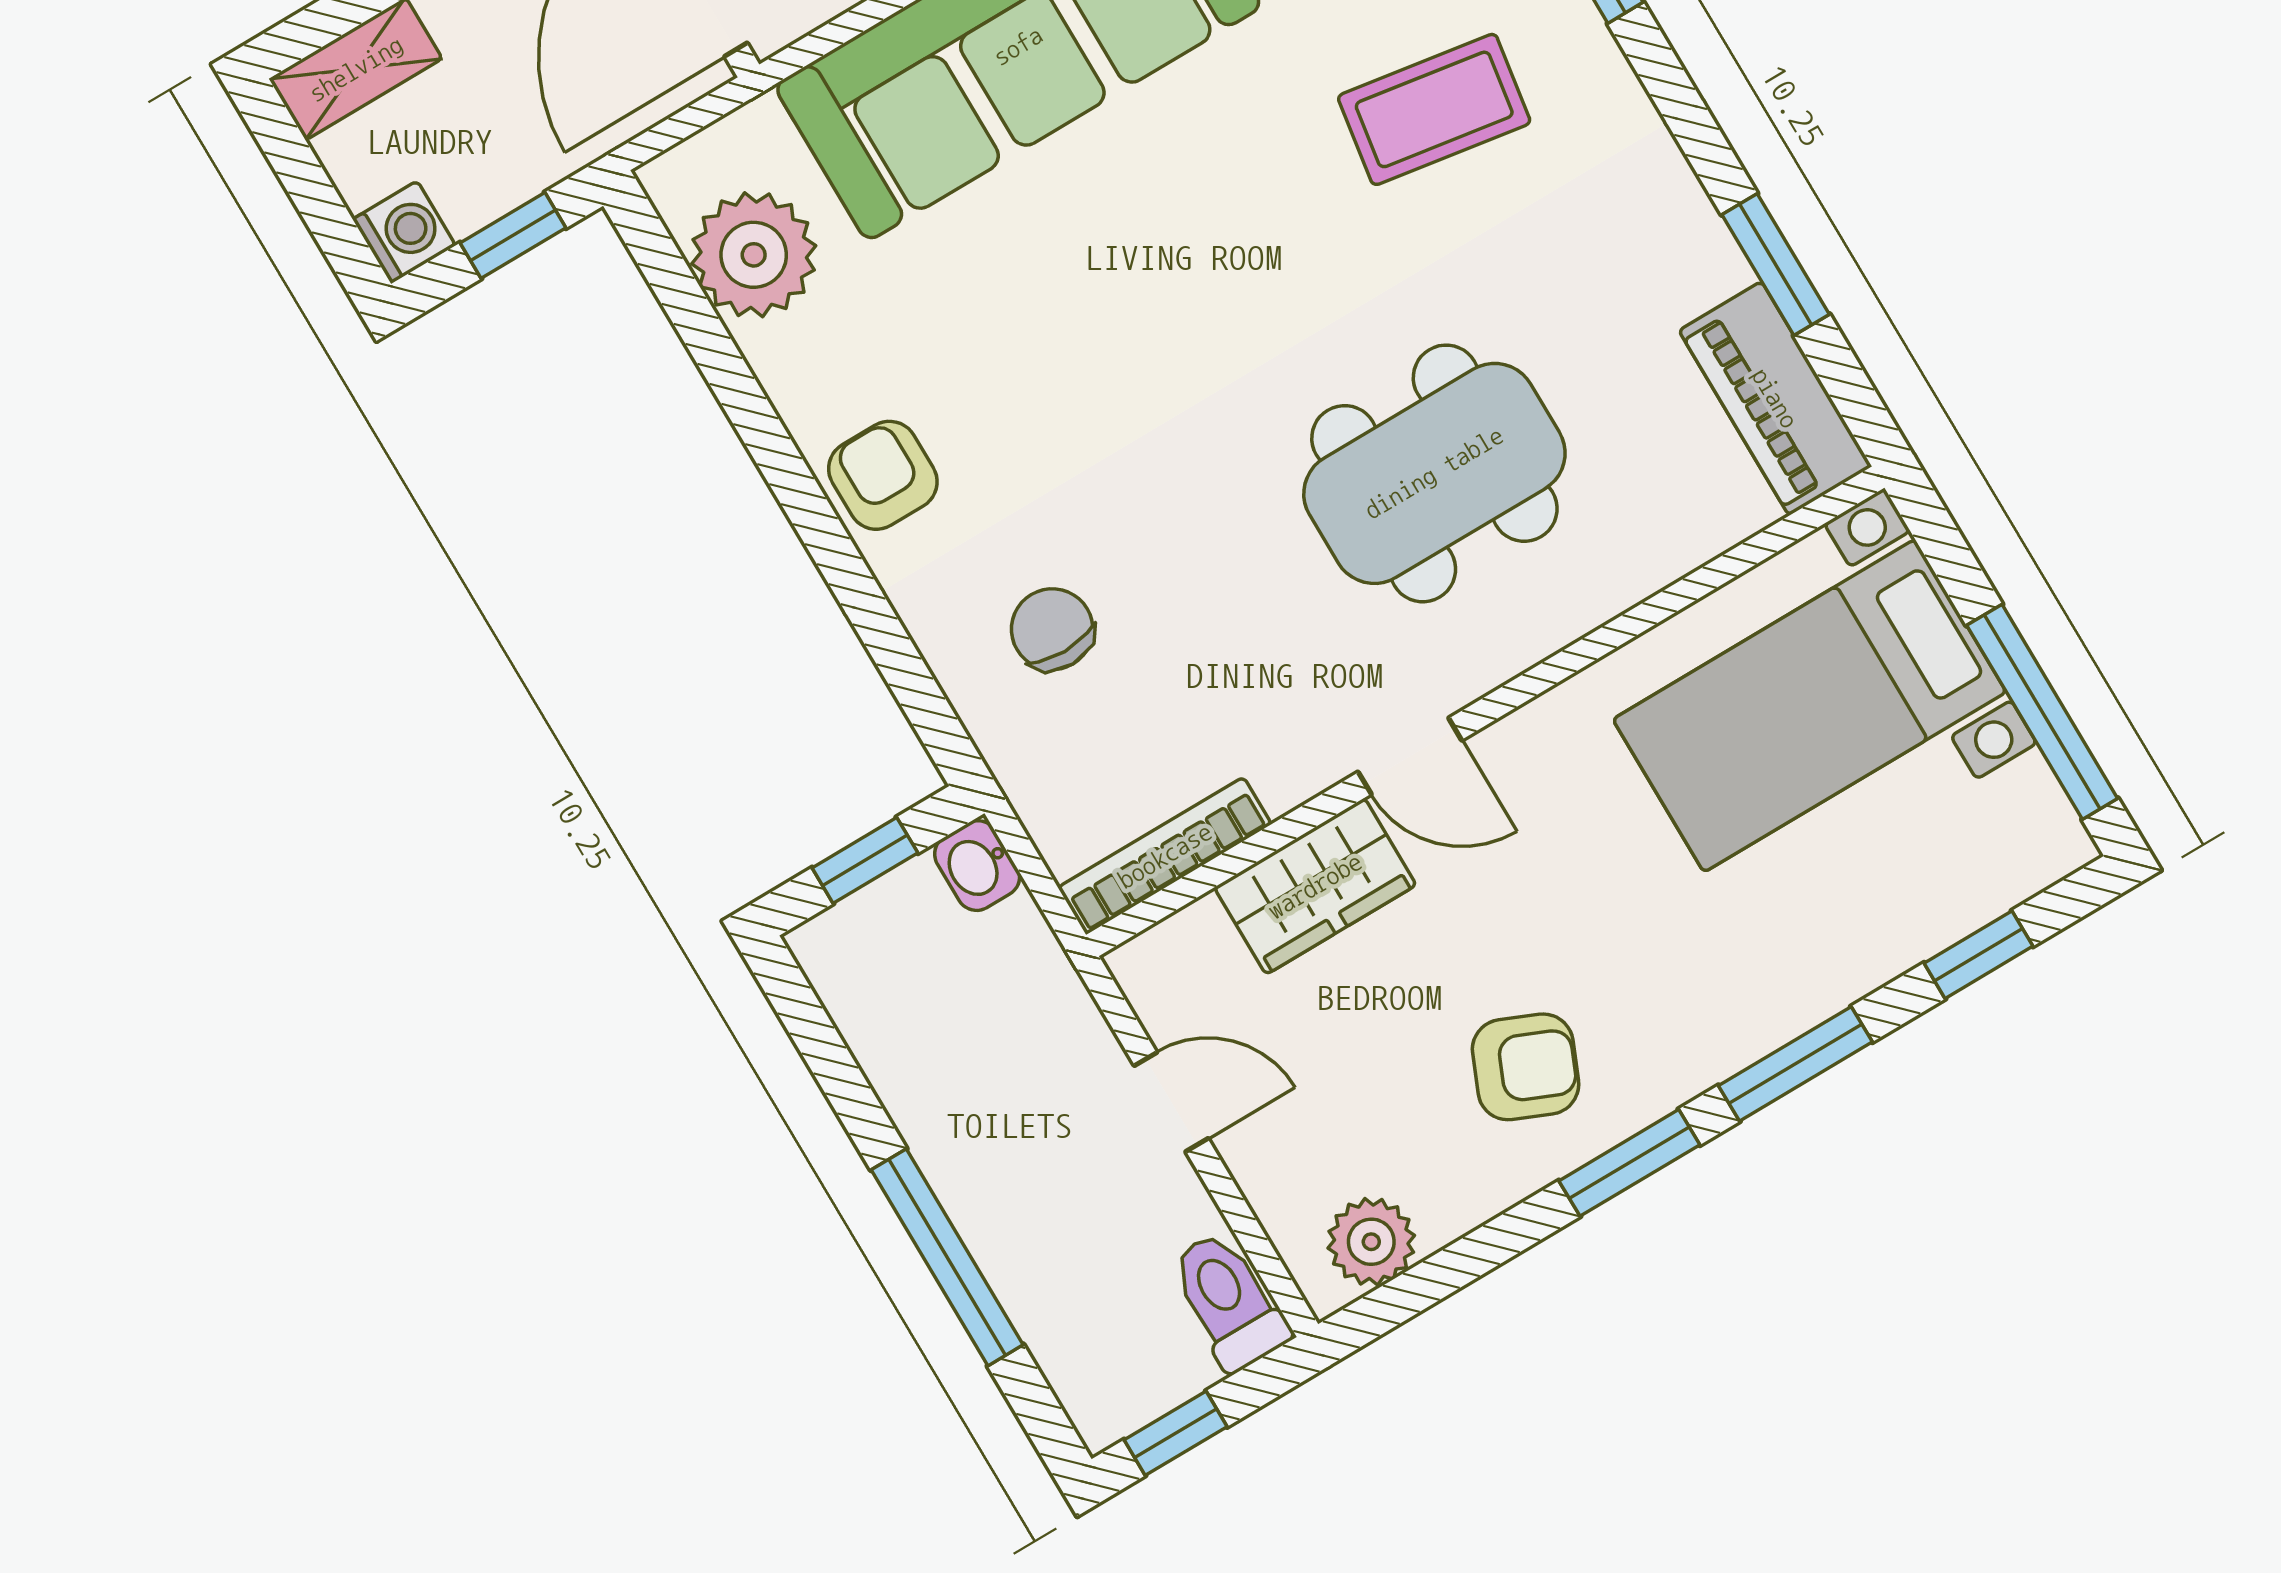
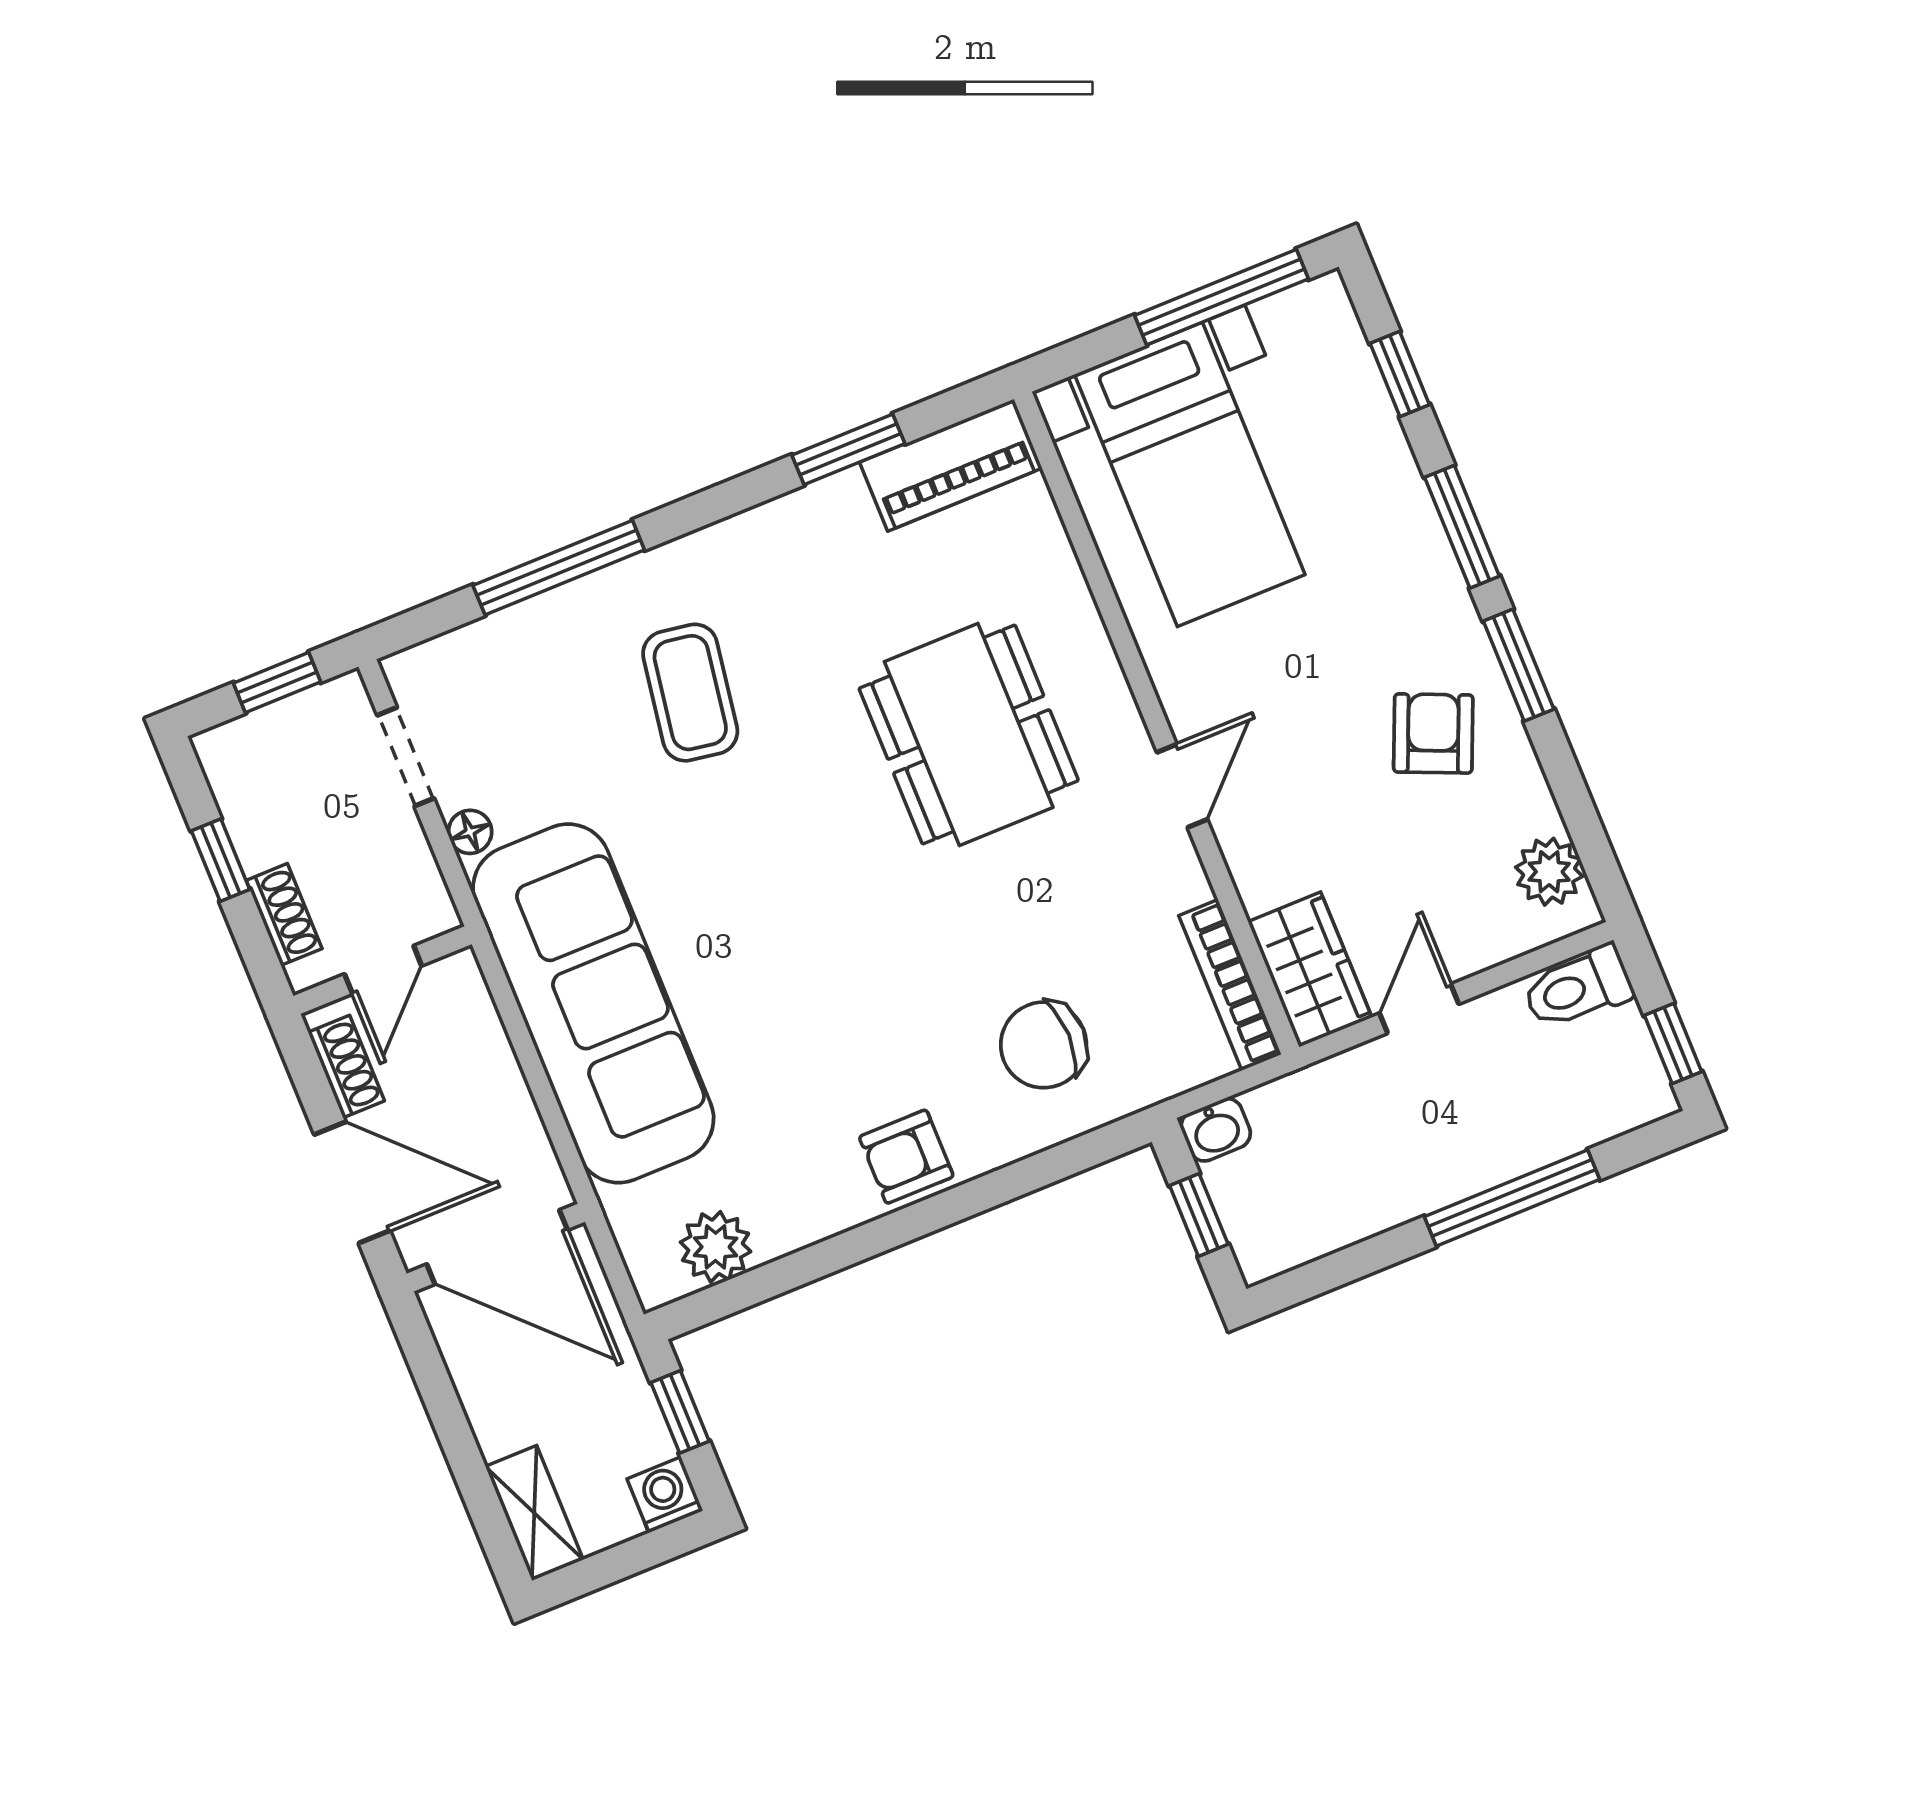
plant: (754, 255) -> (716, 1247), width x0.73, depth x0.73
chair: (1052, 629) -> (1044, 1045), width x1.37, depth x1.37
wardrobe: (1315, 886) -> (1310, 969), moved

